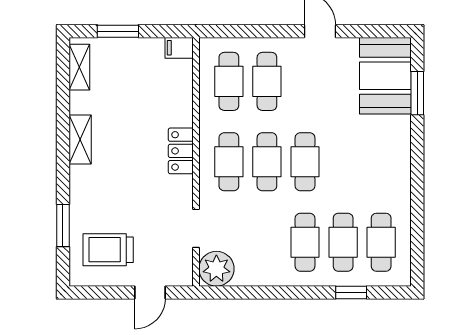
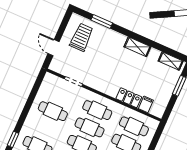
filing cabinet: (179, 48) -> (146, 104), moved
locker: (181, 151) -> (129, 98), moved
cafe table: (305, 242) -> (53, 111), moved
plant: (216, 269) -> (51, 83), removed

